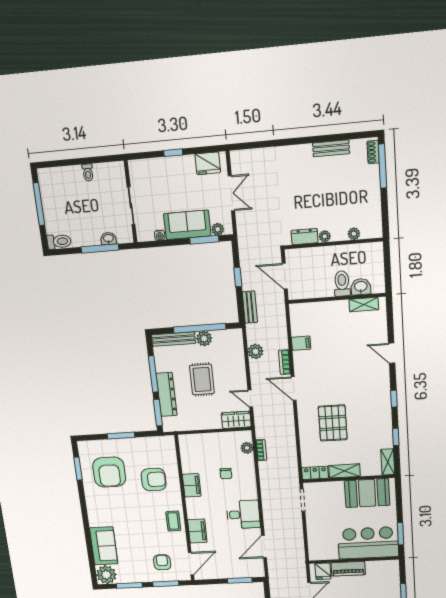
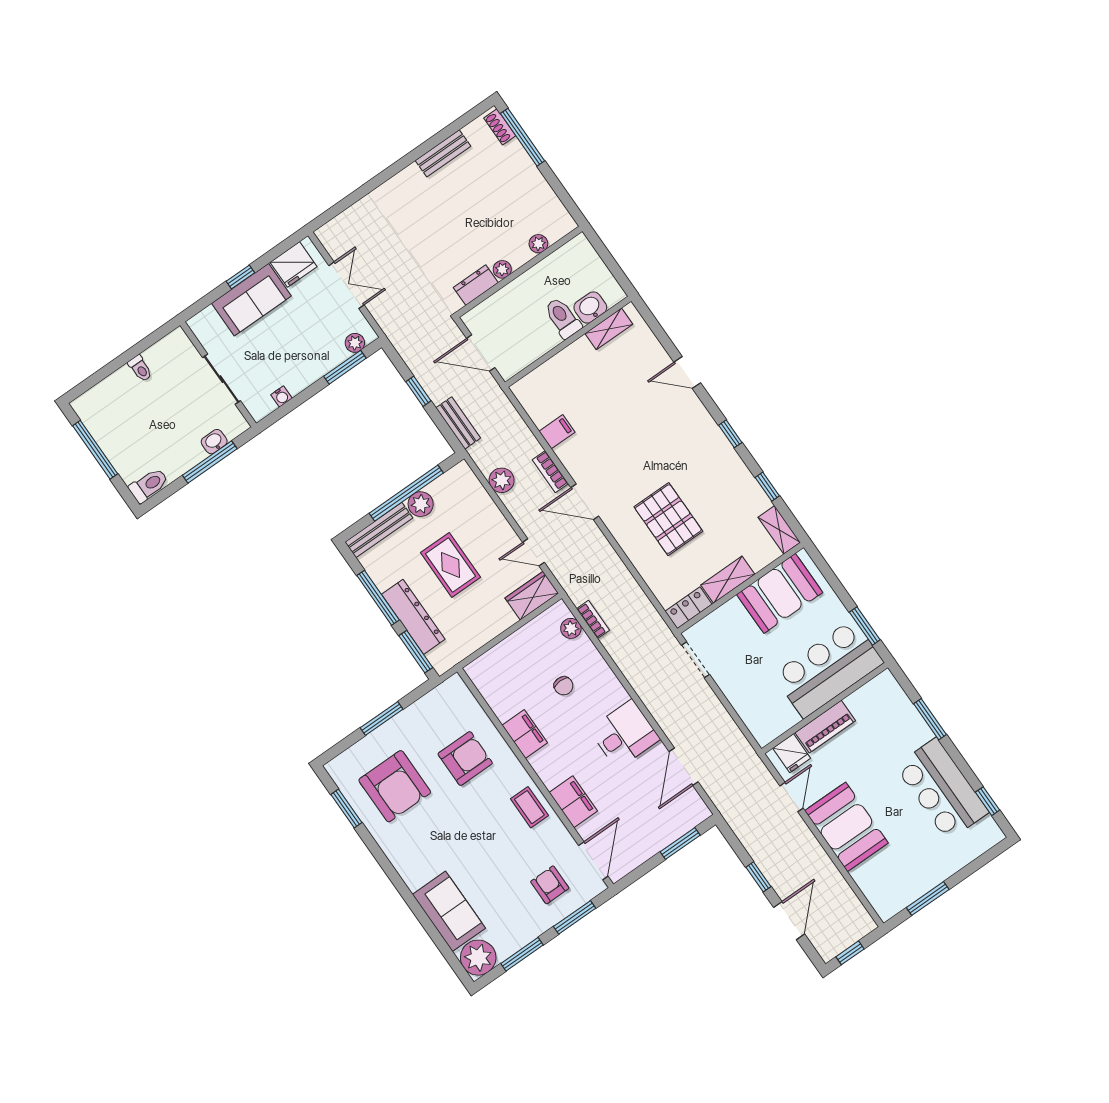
sofa: (187, 225) -> (251, 300), moved, turned 180

